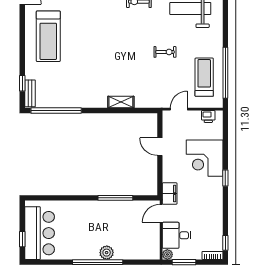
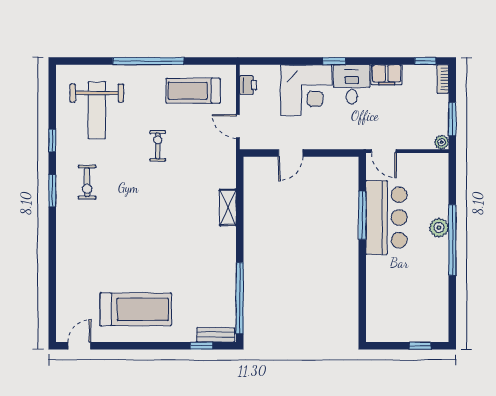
window: (225, 73) -> (148, 61), moved
filing cabinet: (170, 194) -> (387, 75), moved, turned 180
bar counter: (40, 233) -> (386, 218), moved, turned 90
desk: (176, 235) -> (352, 84), moved, turned 180

